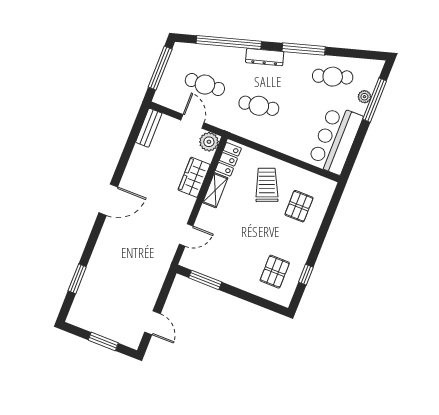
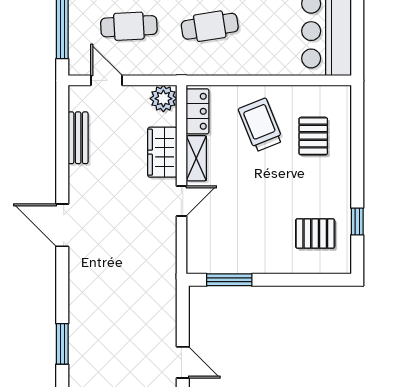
door: (192, 121) -> (107, 80), moved
bench: (149, 128) -> (78, 138), moved
door: (108, 200) -> (62, 225), swing flipped
door: (186, 235) -> (181, 201), moved
pallet: (275, 272) -> (315, 233), turned 90

